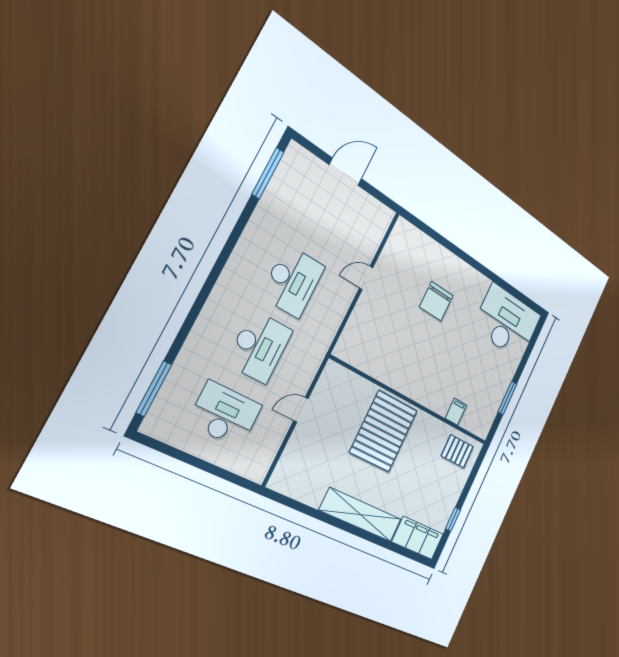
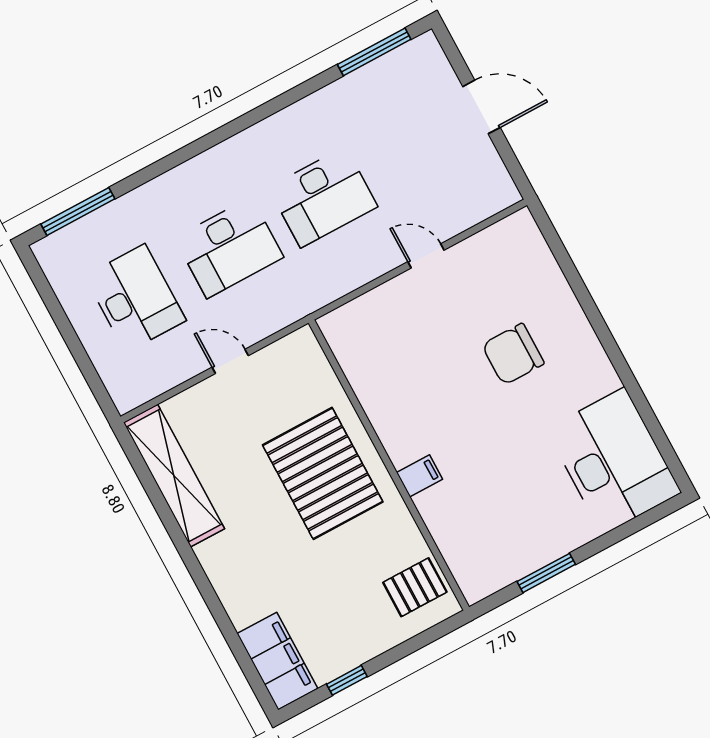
filing cabinet: (456, 412) -> (419, 476), moved
pallet: (384, 431) -> (323, 473), turned 90
pallet: (457, 451) -> (415, 587), turned 90
shelving: (361, 515) -> (174, 476), moved

